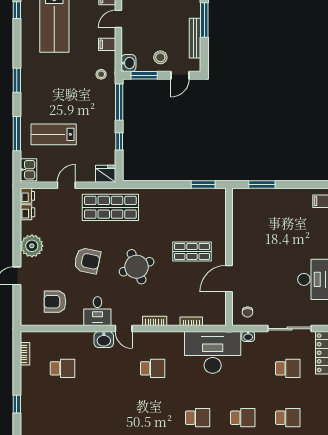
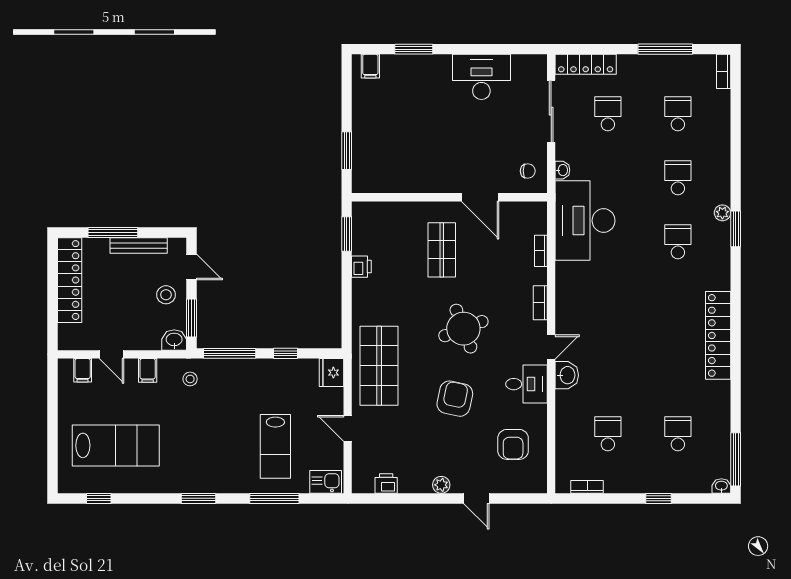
printer: (27, 196) -> (361, 267), moved, turned 90
plant: (32, 246) -> (441, 485), width x0.53, depth x0.53
school desk: (153, 368) -> (678, 434), moved

